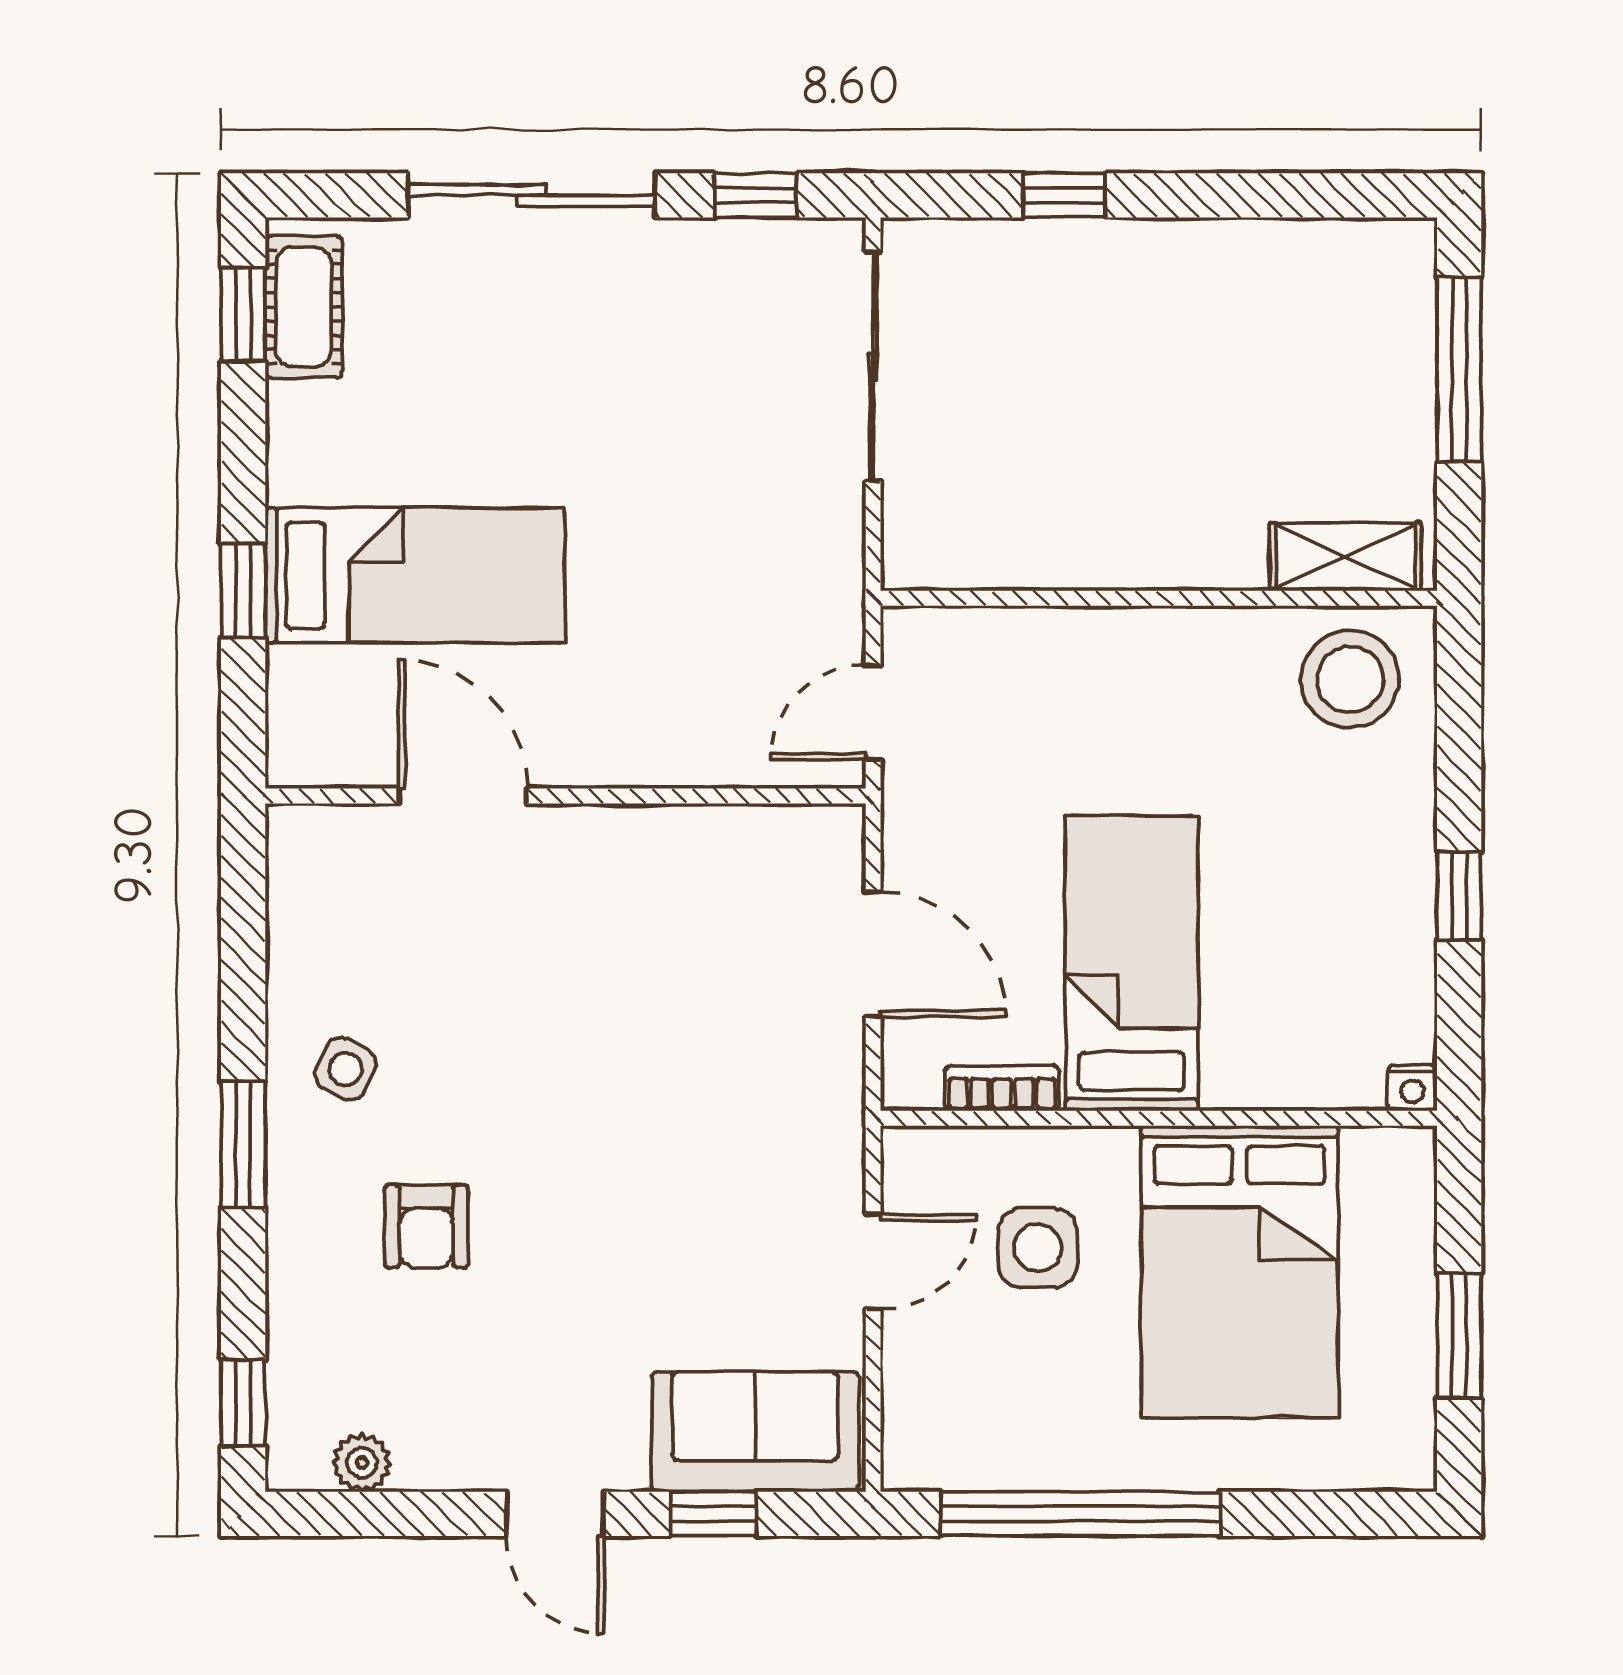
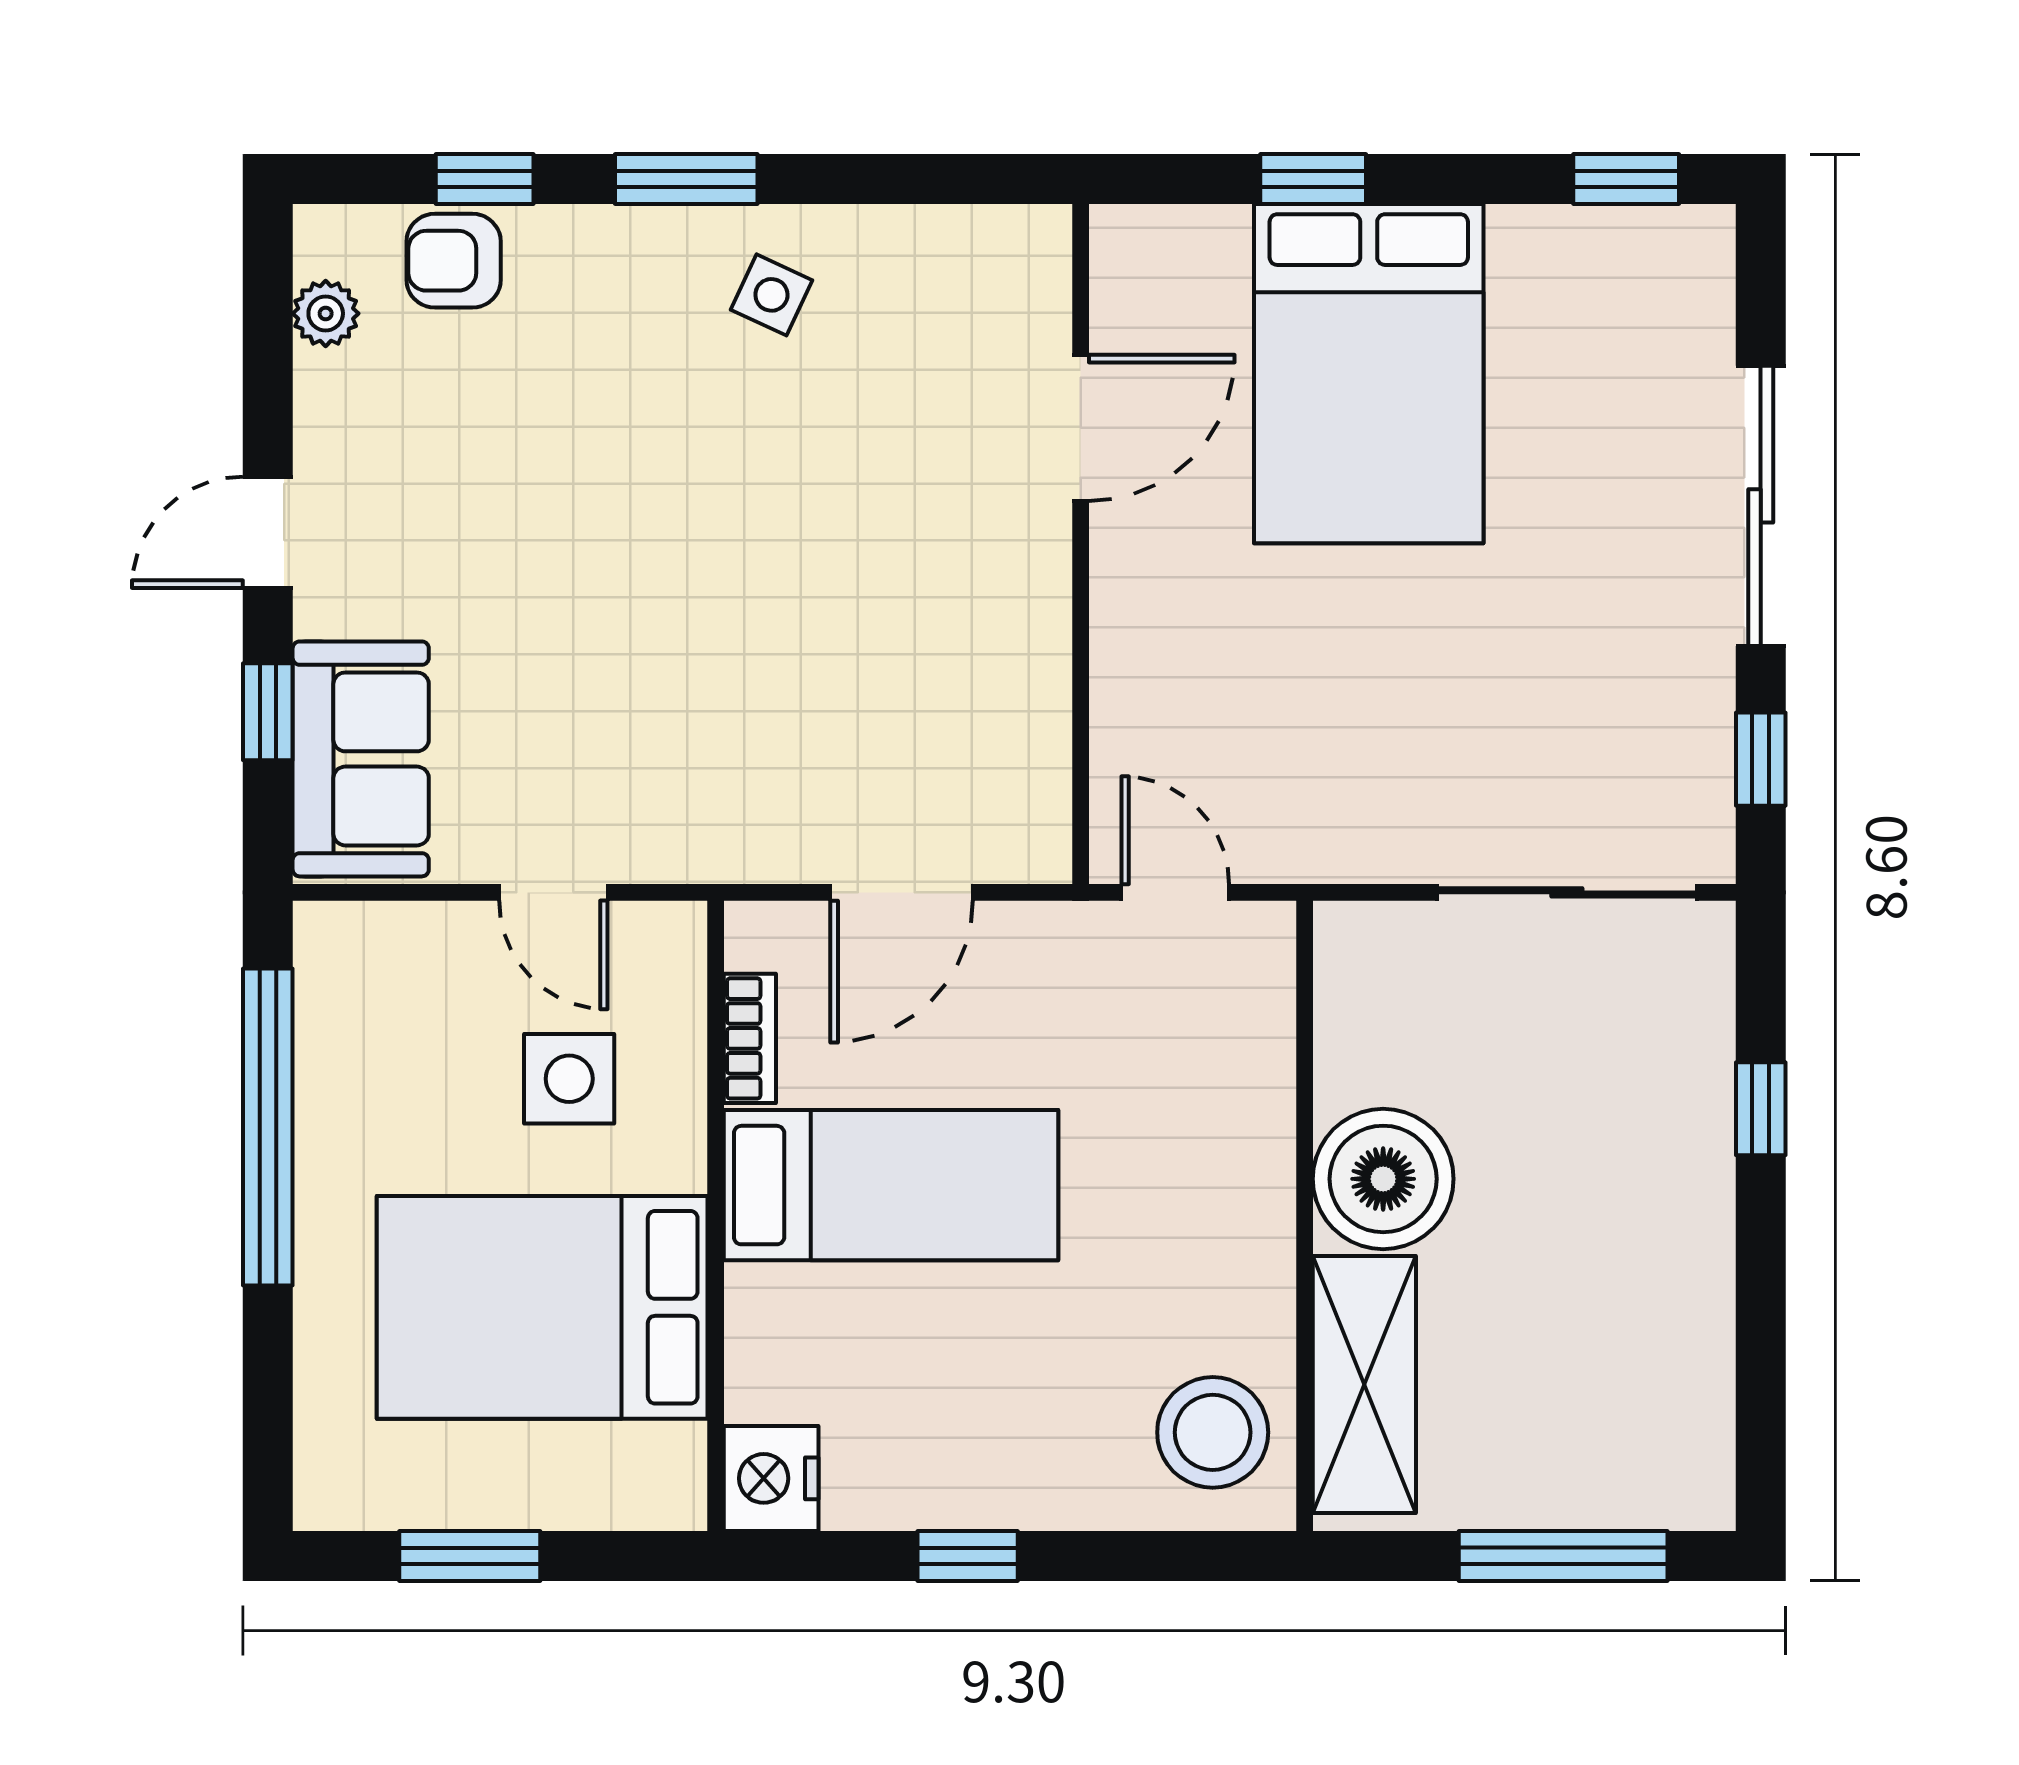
cot: (304, 307) -> (1634, 248), removed
boiler: (1126, 529) -> (1383, 1179), added
shelving: (1346, 557) -> (1364, 1385), width x1.50, depth x1.33
bed: (415, 575) -> (1369, 374), width x1.50
nightstand: (1413, 1088) -> (771, 1478), width x1.89, depth x1.79
armchair: (426, 1226) -> (454, 261), moved
window: (243, 1403) -> (485, 179), moved

